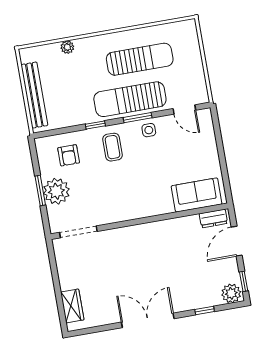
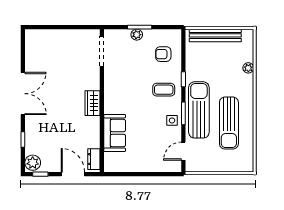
plant: (56, 191) -> (137, 35), width x0.53, depth x0.53
sofa: (197, 195) -> (115, 133), moved
wardrobe: (72, 306) -> (93, 103), moved, turned 90

